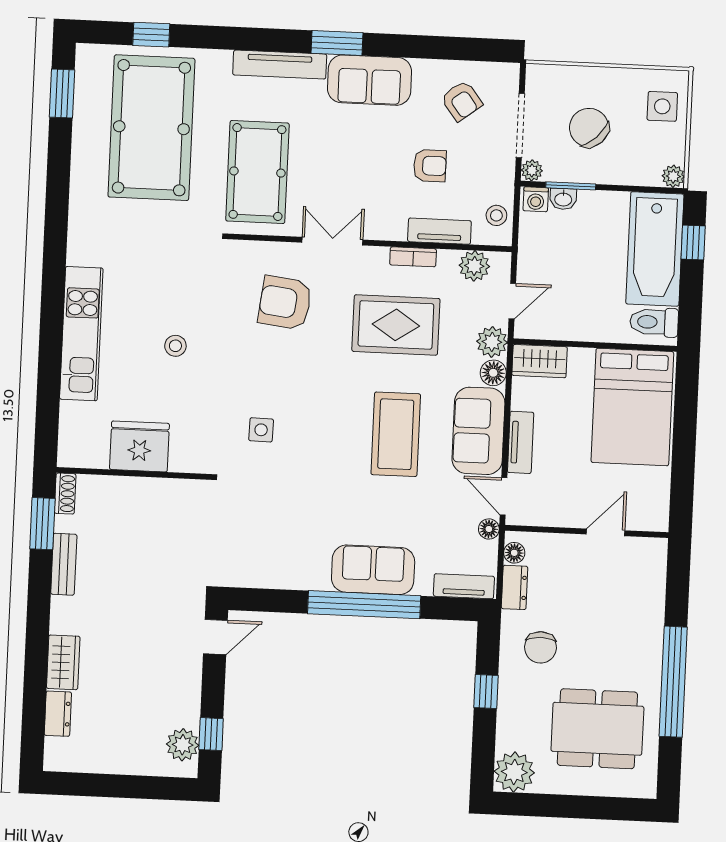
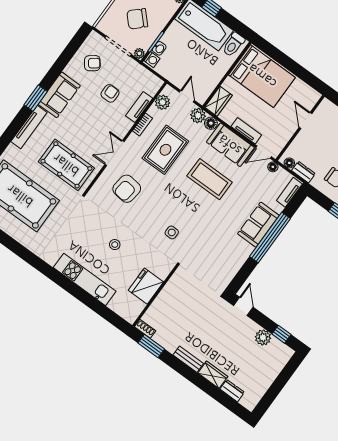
stool: (496, 215) -> (148, 80), removed
bench: (64, 564) -> (188, 359), moved
plant: (183, 745) -> (263, 337), moved

